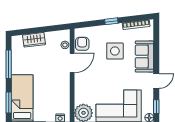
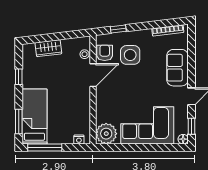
window: (111, 21) -> (118, 29), moved
side table: (115, 51) -> (130, 55), moved
window: (9, 64) -> (19, 77), width x0.46

